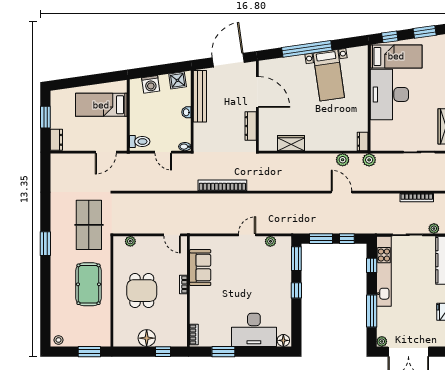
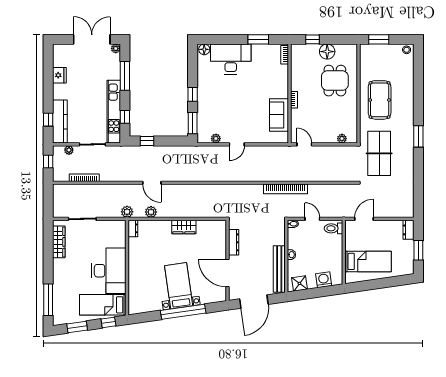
bed with nightstands: (329, 75) -> (179, 286), moved
wardrobe: (291, 143) -> (184, 227), moved
bookcase: (222, 185) -> (286, 189), moved
window: (321, 239) -> (170, 141), removed
dining table: (142, 291) -> (335, 81), moved

